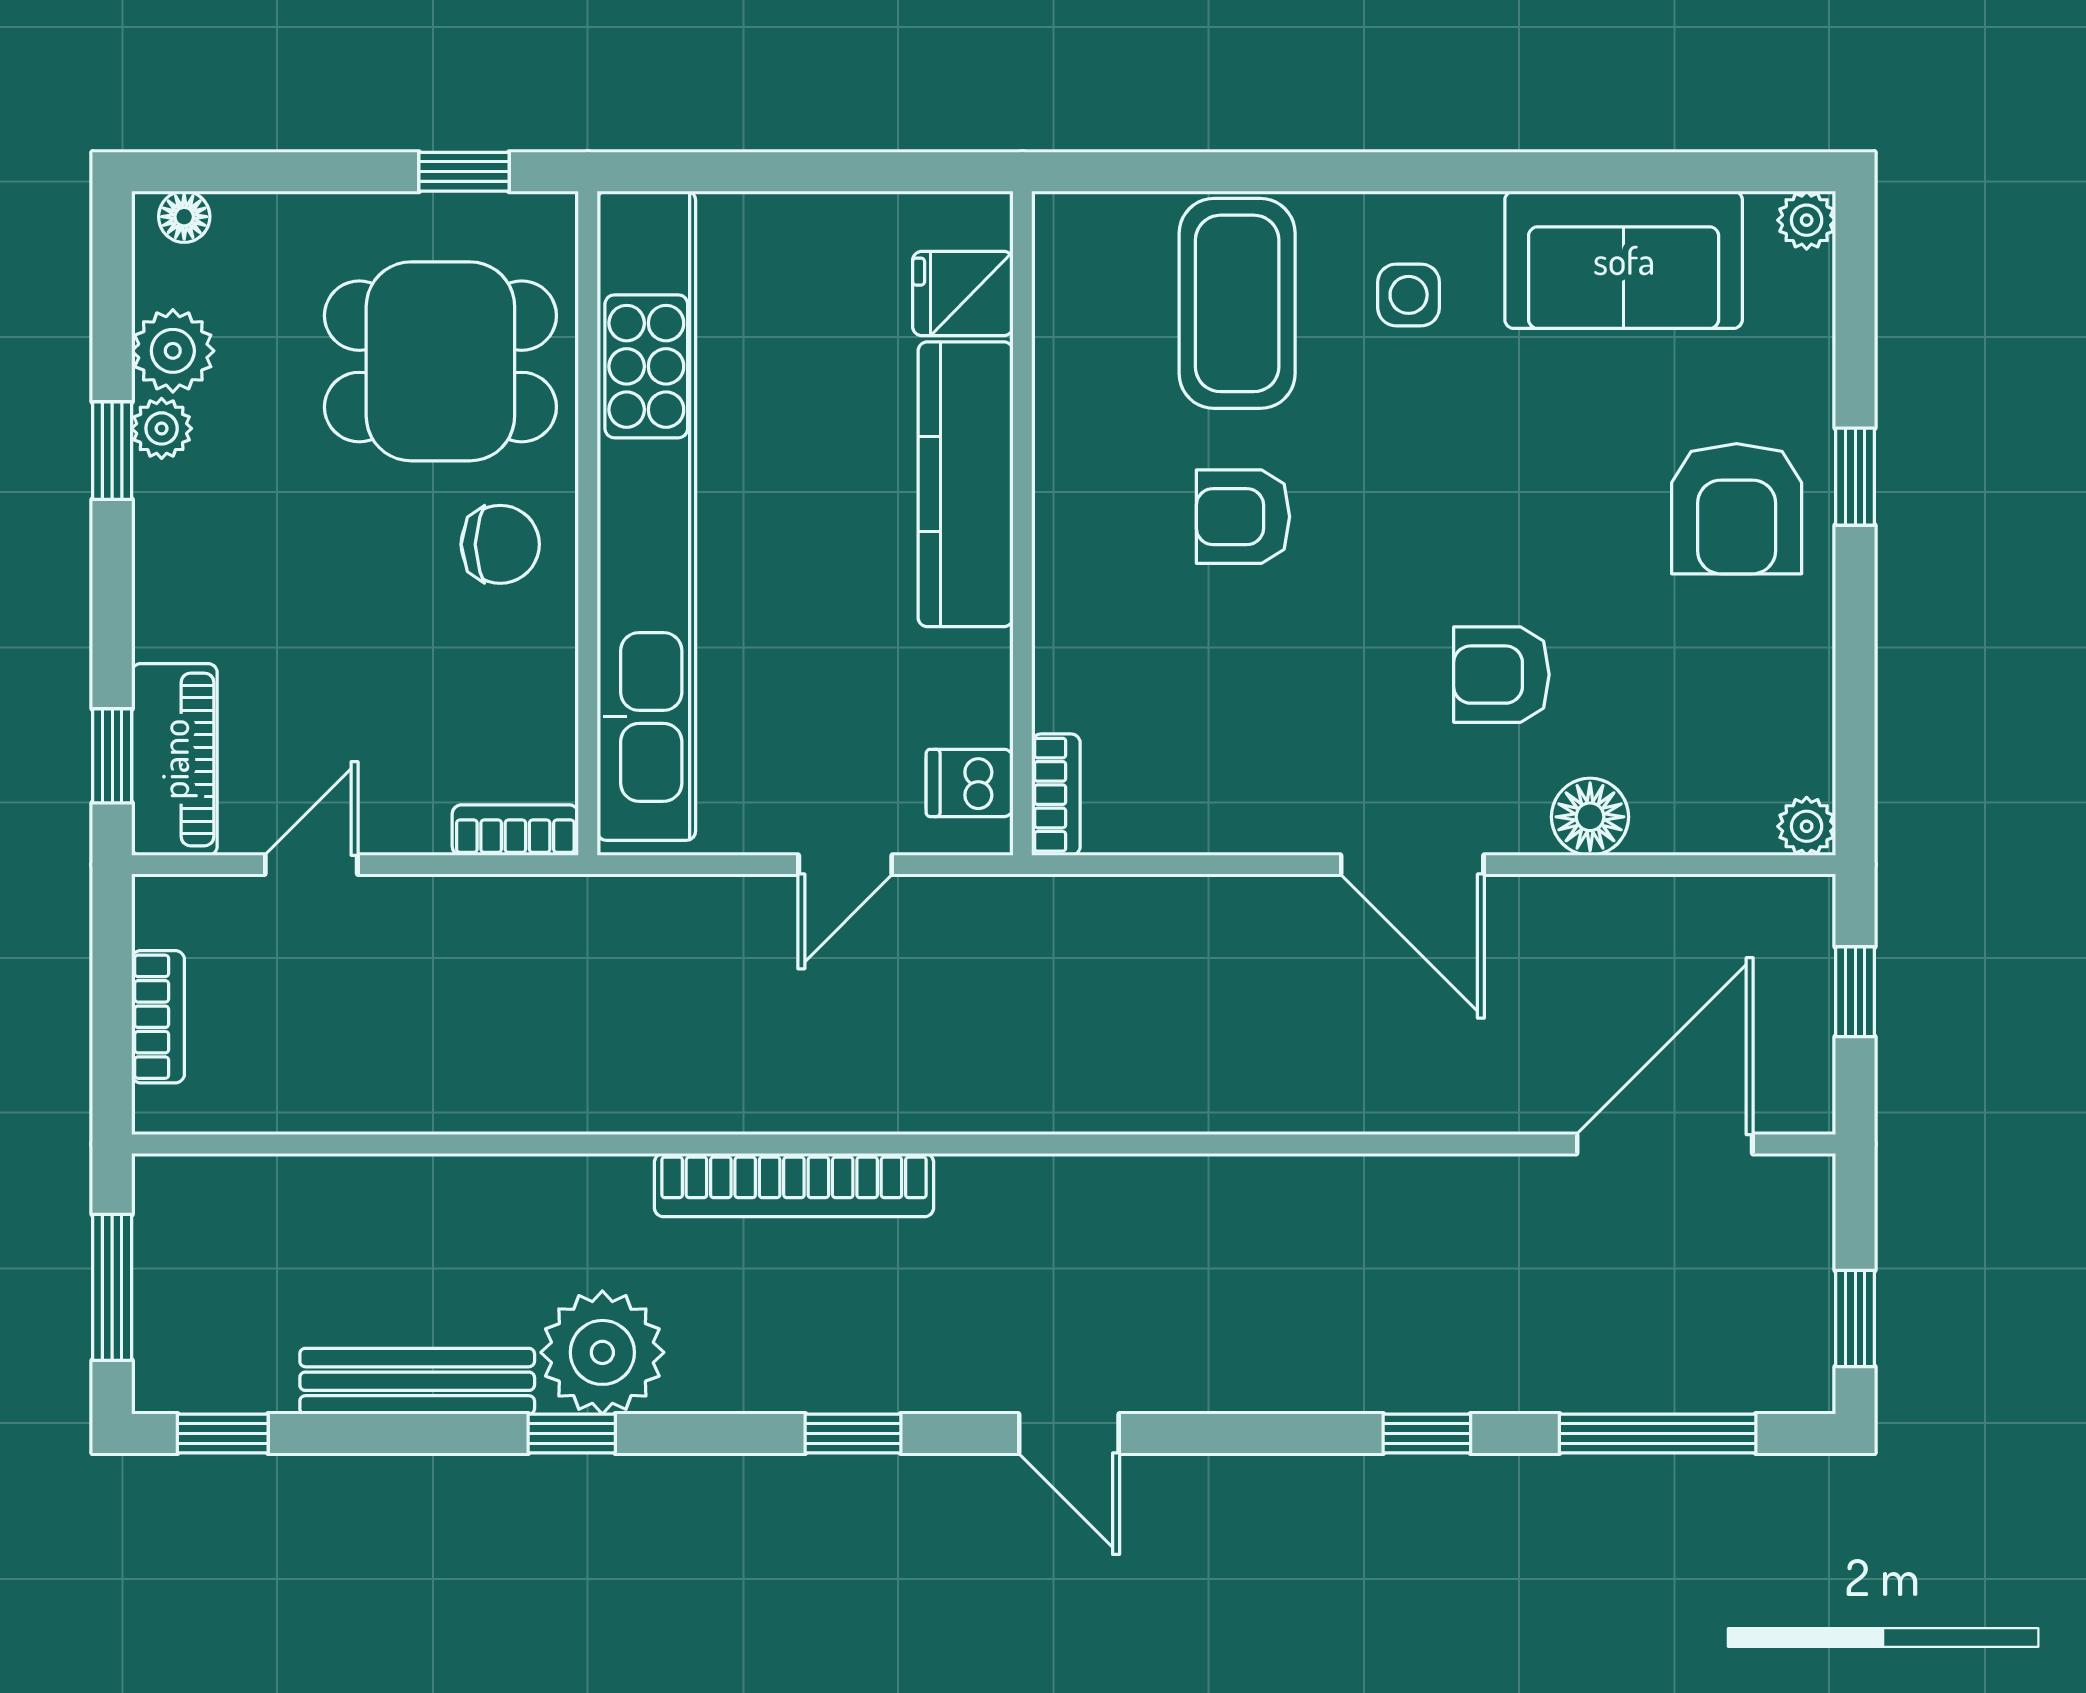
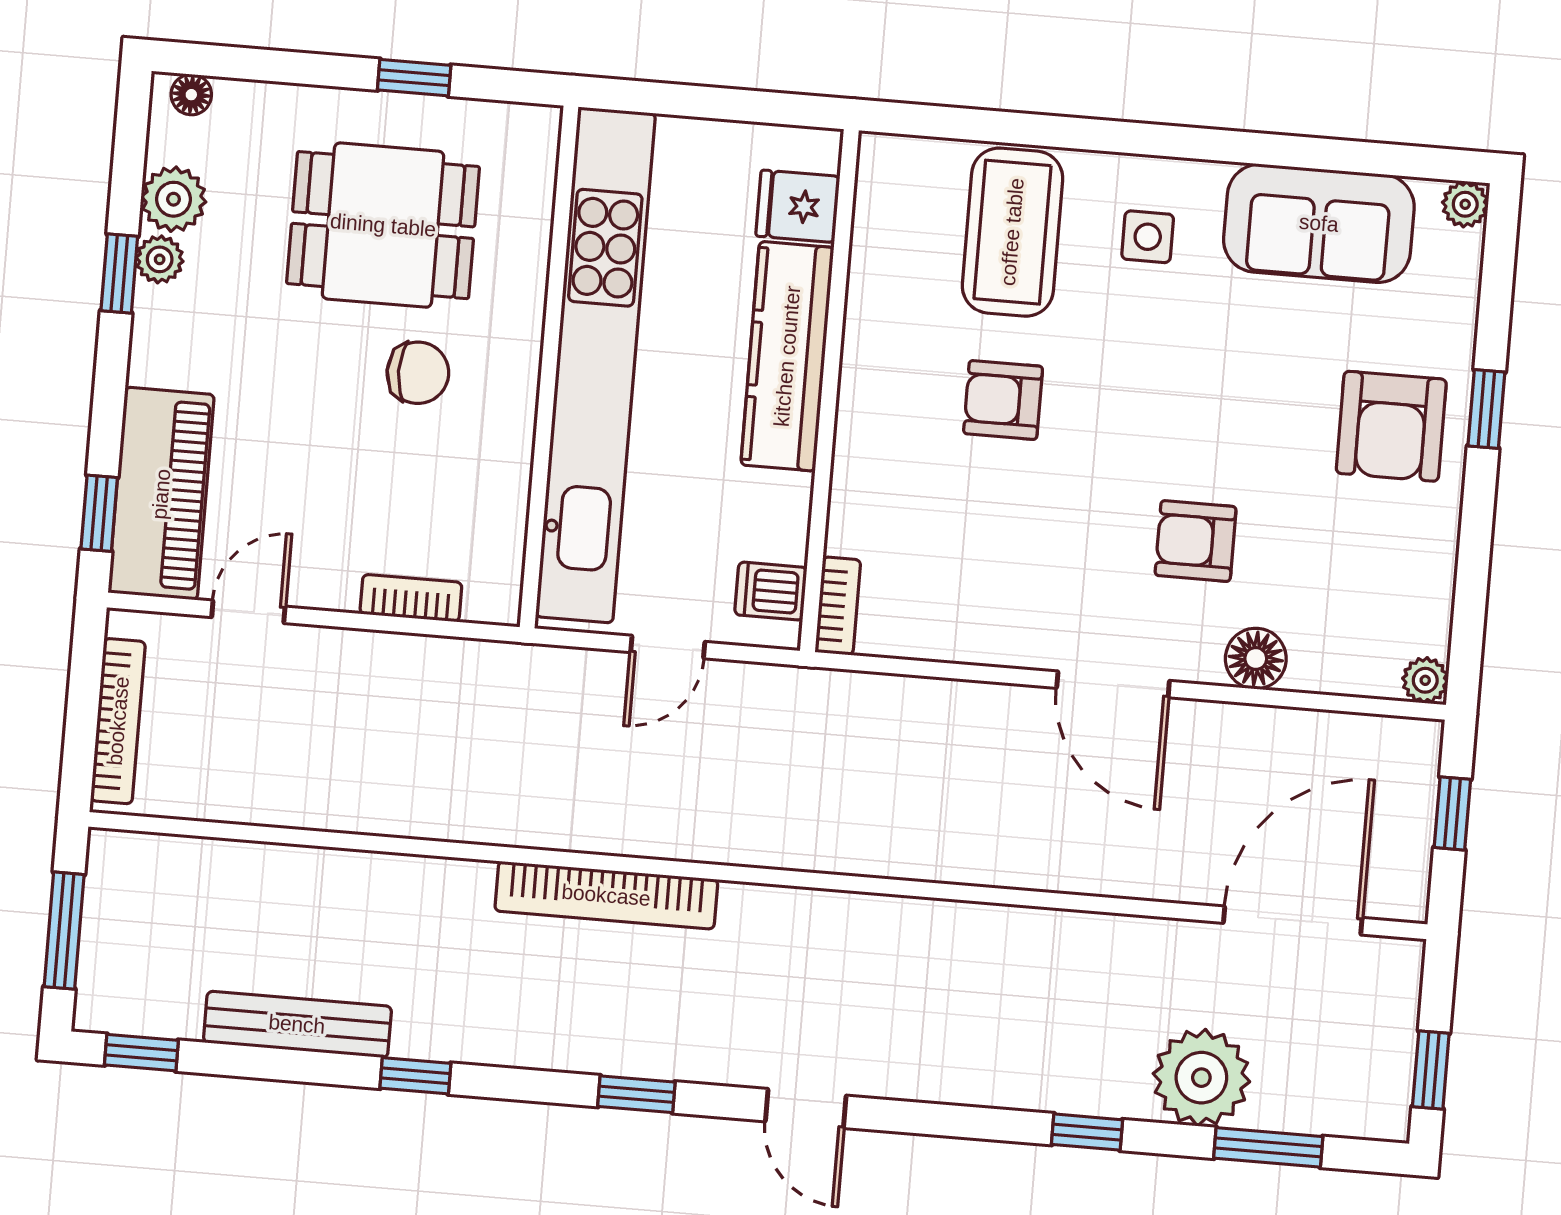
kitchen unit: (646, 516) -> (595, 365), moved
wall: (588, 523) -> (549, 367), moved
piano: (174, 759) -> (161, 494), width x1.37, depth x1.33
bookcase: (158, 1017) -> (118, 721), width x1.56
plant: (602, 1352) -> (1201, 1078), moved
window: (1658, 1433) -> (1268, 1147), width x0.69

